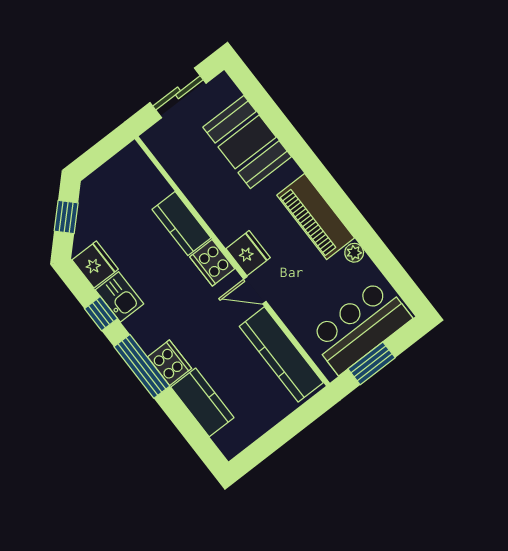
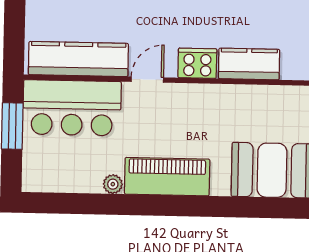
fridge: (248, 253) -> (182, 98), removed
bar counter: (360, 327) -> (72, 108), moved, turned 90

